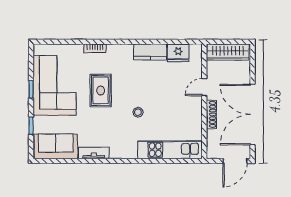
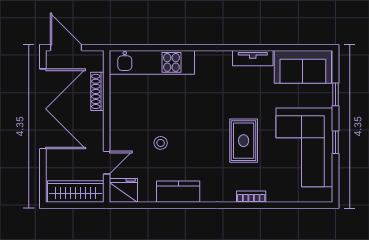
fridge: (178, 53) -> (123, 190), moved
door: (204, 87) -> (107, 163), moved
stool: (138, 112) -> (161, 143), moved
shoe rack: (211, 114) -> (97, 91), moved
door: (235, 161) -> (66, 48), hinge flipped

